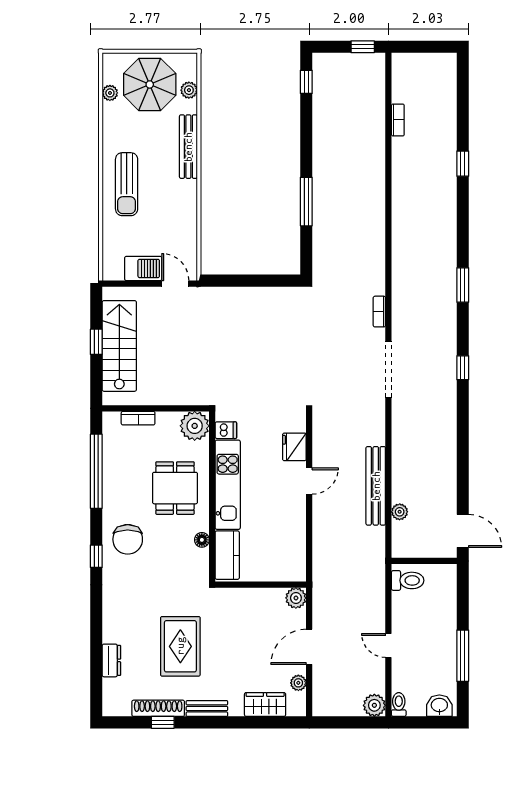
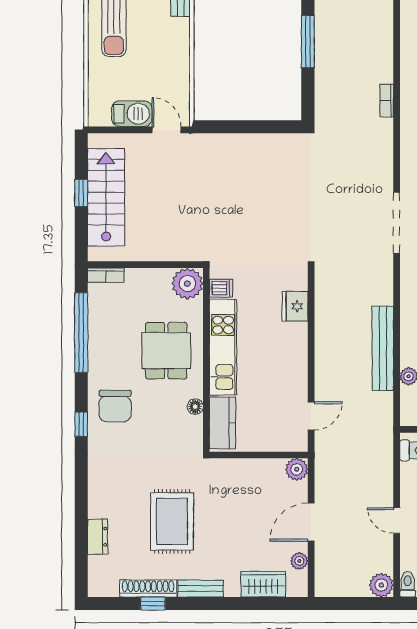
bookcase: (379, 312) -> (387, 101), moved
bookcase: (138, 418) -> (106, 275), moved
door: (309, 481) -> (311, 416), moved

